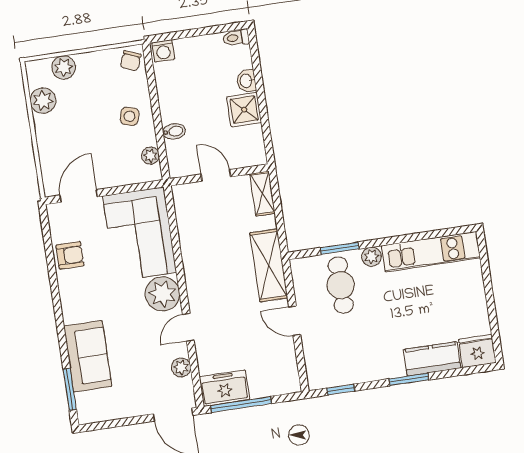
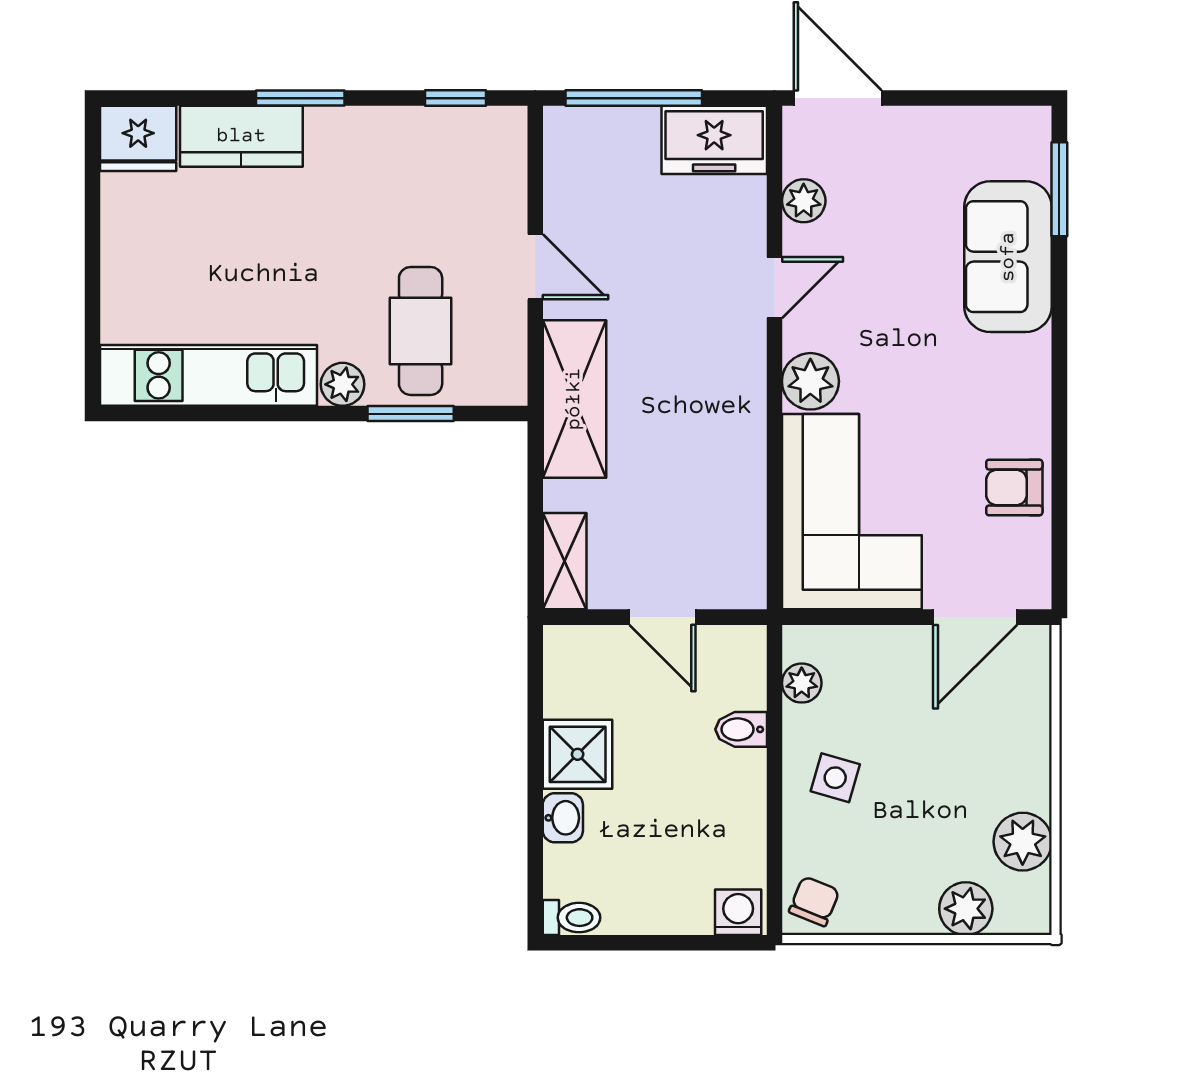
plant: (163, 294) -> (810, 381), width x0.73, depth x0.73
window: (241, 405) -> (634, 98), moved

